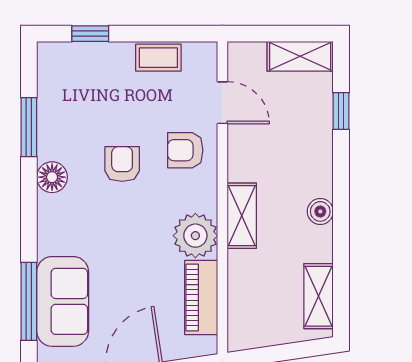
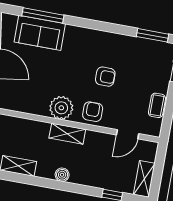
window: (29, 127) -> (153, 35), moved
armchair: (185, 150) -> (93, 112), moved
floor lamp: (52, 177) -> (105, 39), removed
piano: (201, 297) -> (29, 105), removed

